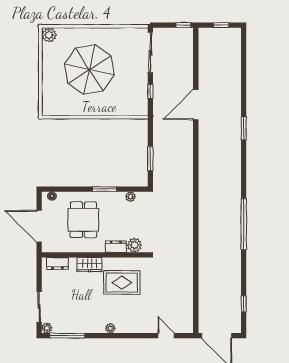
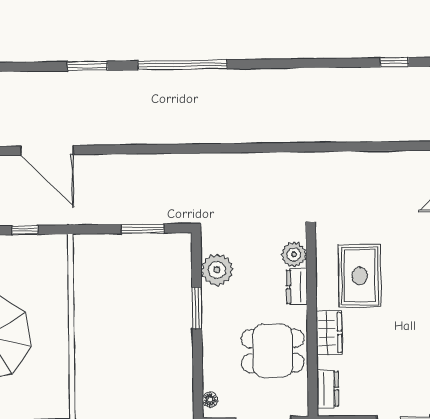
plant: (131, 197) -> (217, 270), width x1.88, depth x1.88
dining table: (83, 220) -> (273, 351), moved
window: (244, 224) -> (182, 65), moved

